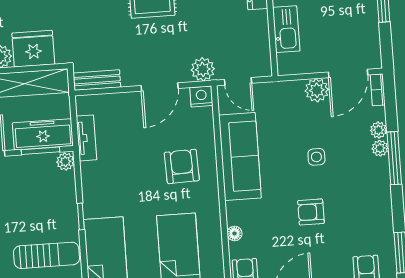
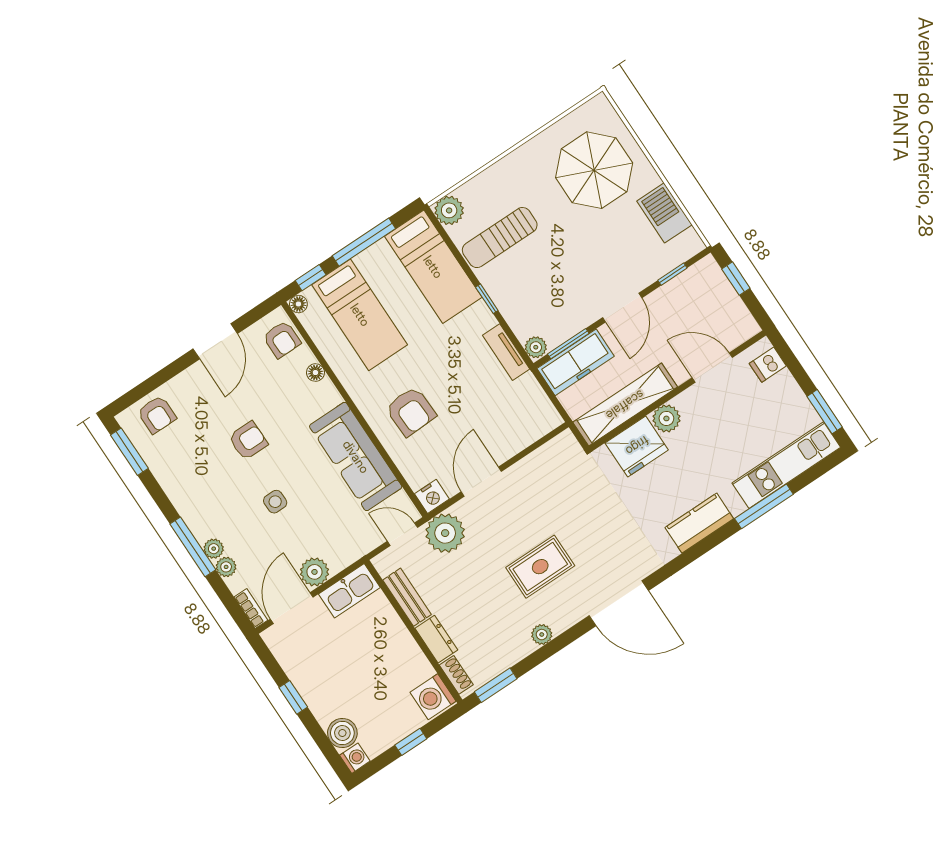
kitchen sink: (286, 29) -> (349, 591), moved, turned -90
plant: (203, 69) -> (445, 533), width x1.36, depth x1.36
bench: (97, 80) -> (407, 597), moved, turned 90
tv unit: (86, 138) -> (506, 352), moved

